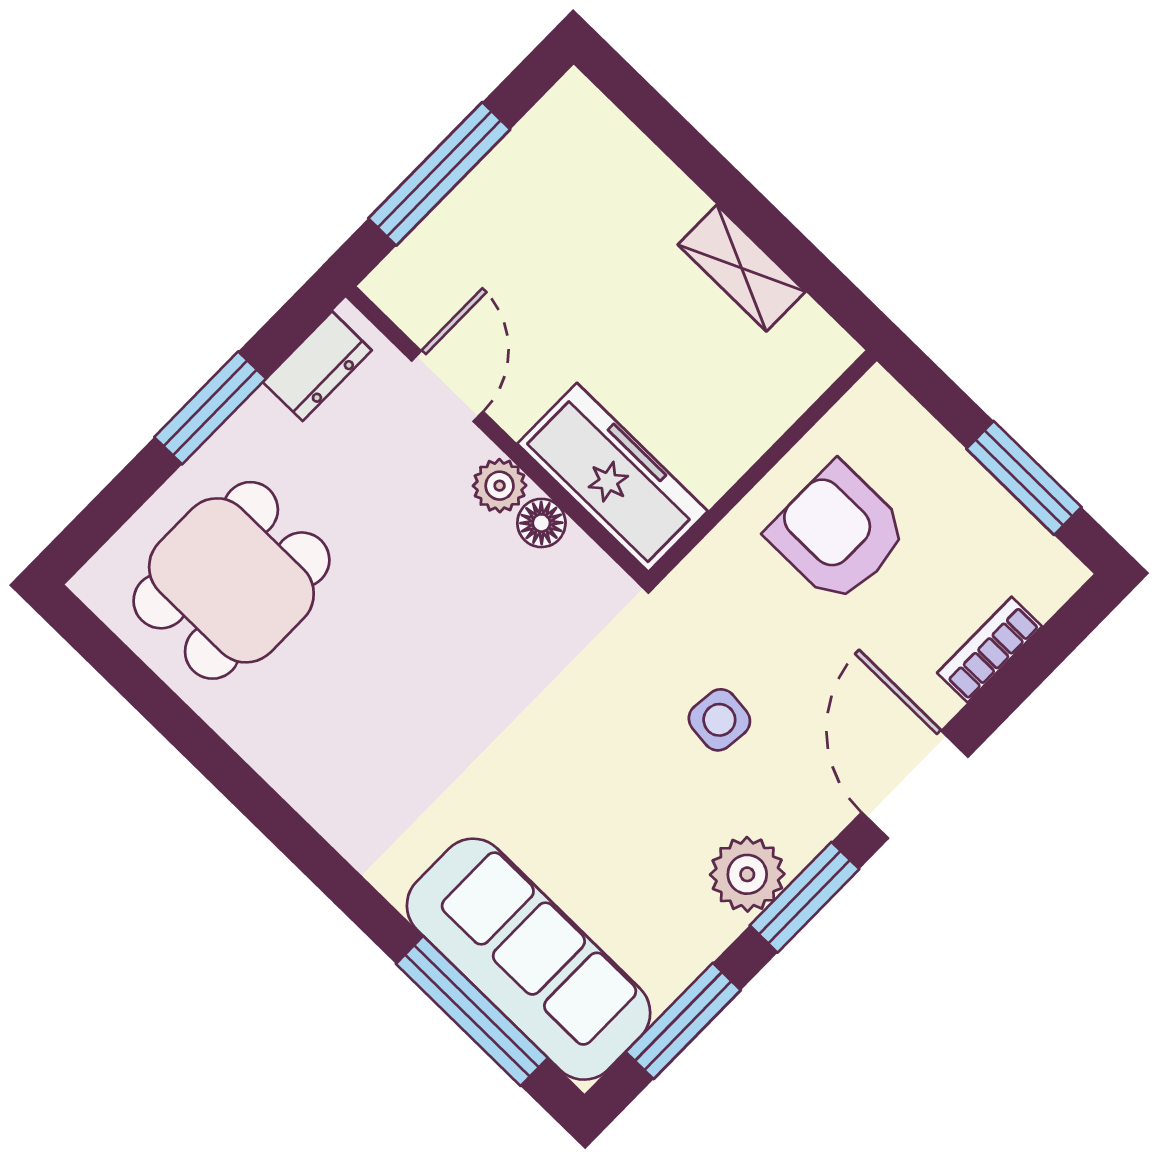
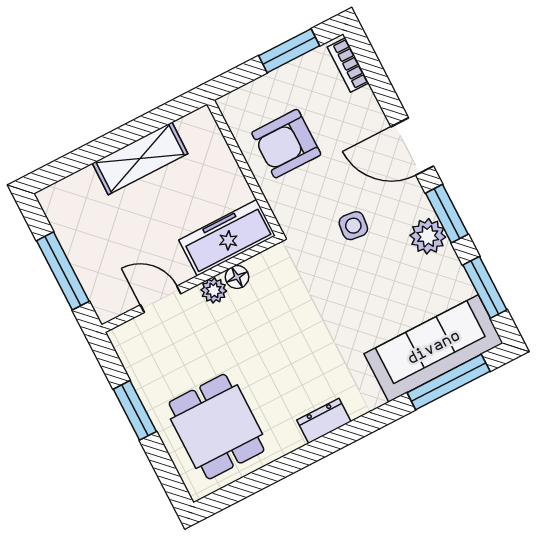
shelving: (742, 268) -> (140, 158), width x1.50, depth x1.33
dresser: (317, 366) -> (324, 421), moved, turned -90
bookcase: (990, 650) -> (348, 65), moved

